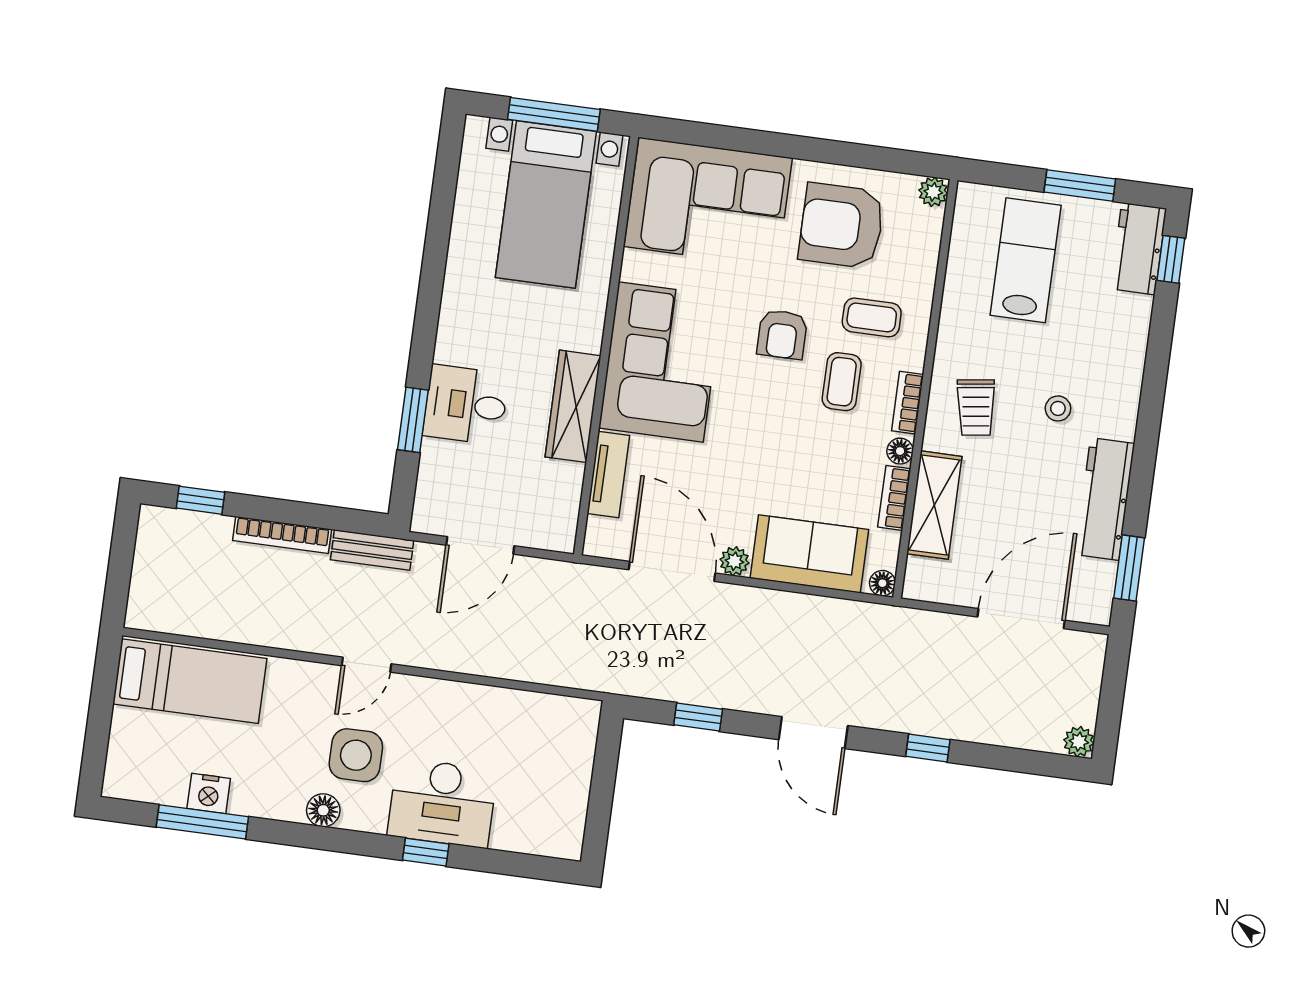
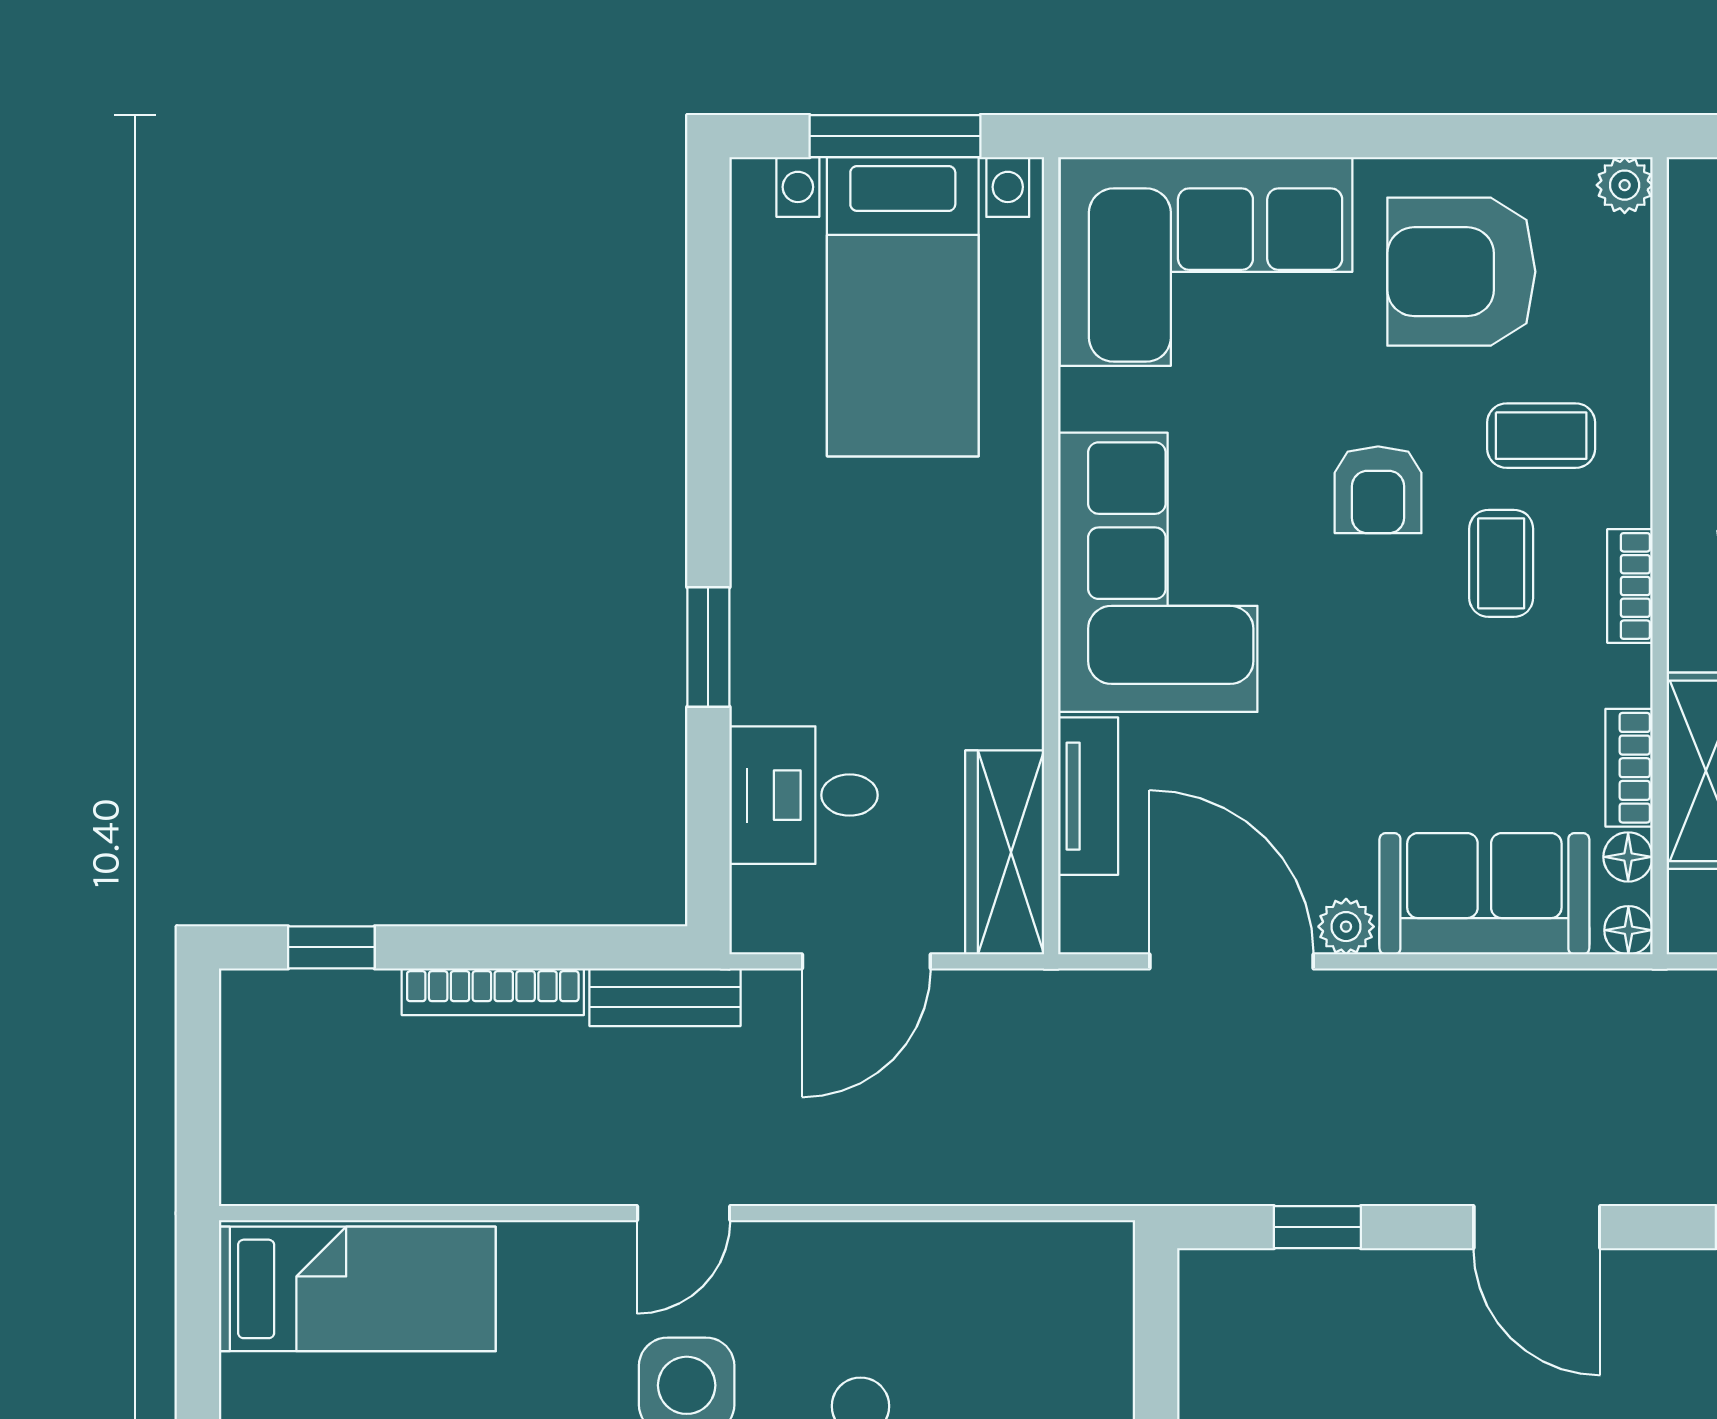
desk: (466, 405) -> (804, 795), moved
wardrobe: (573, 406) -> (1005, 852), moved
window: (413, 420) -> (708, 647), moved
floor lamp: (900, 451) -> (1628, 857), moved

